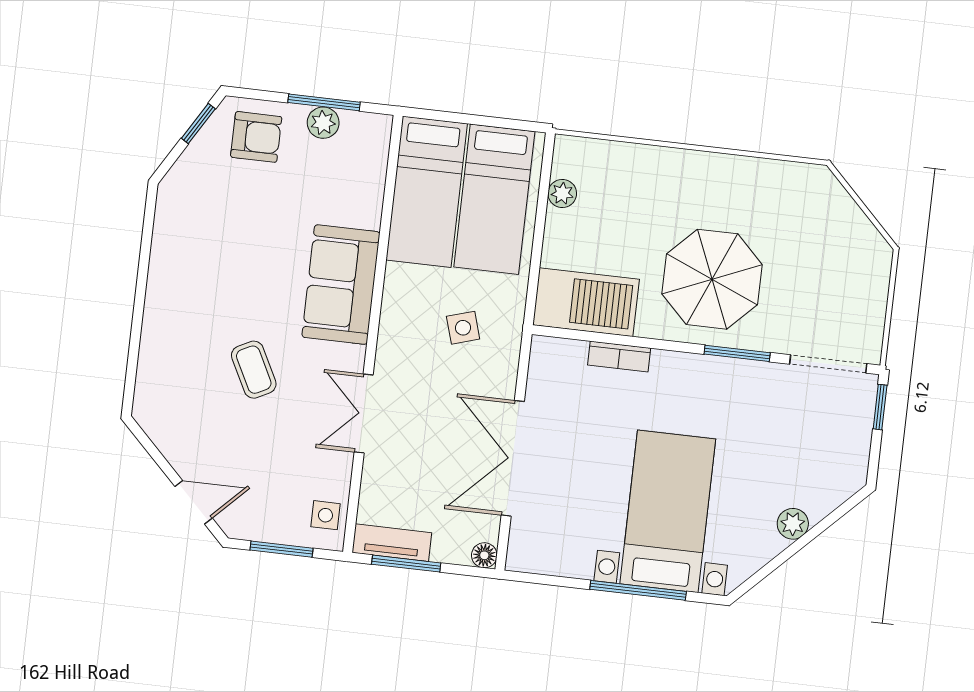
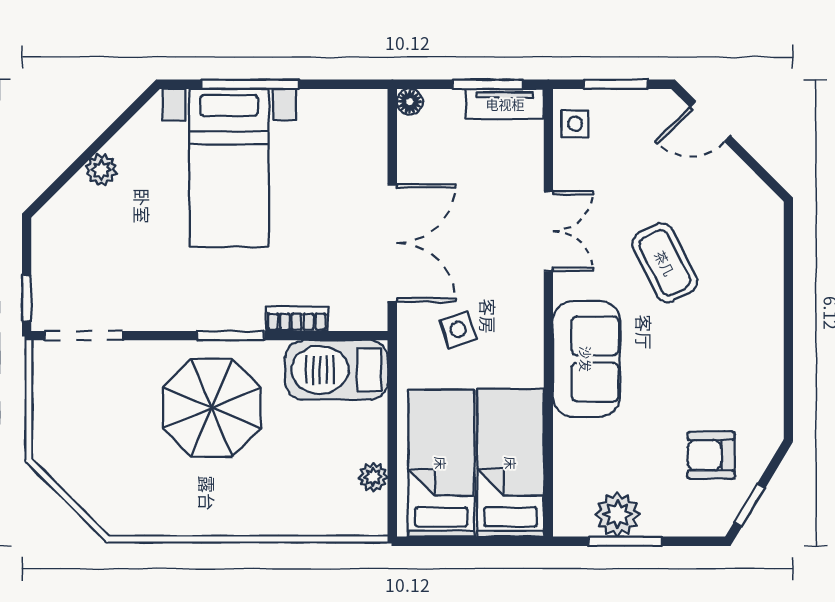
plant: (323, 123) -> (617, 515), width x1.38, depth x1.38
armchair: (256, 137) -> (711, 455), moved
window: (737, 353) -> (231, 336), moved
coffee table: (254, 370) -> (665, 263), width x1.36, depth x1.30
double door: (513, 458) -> (392, 243), moved

